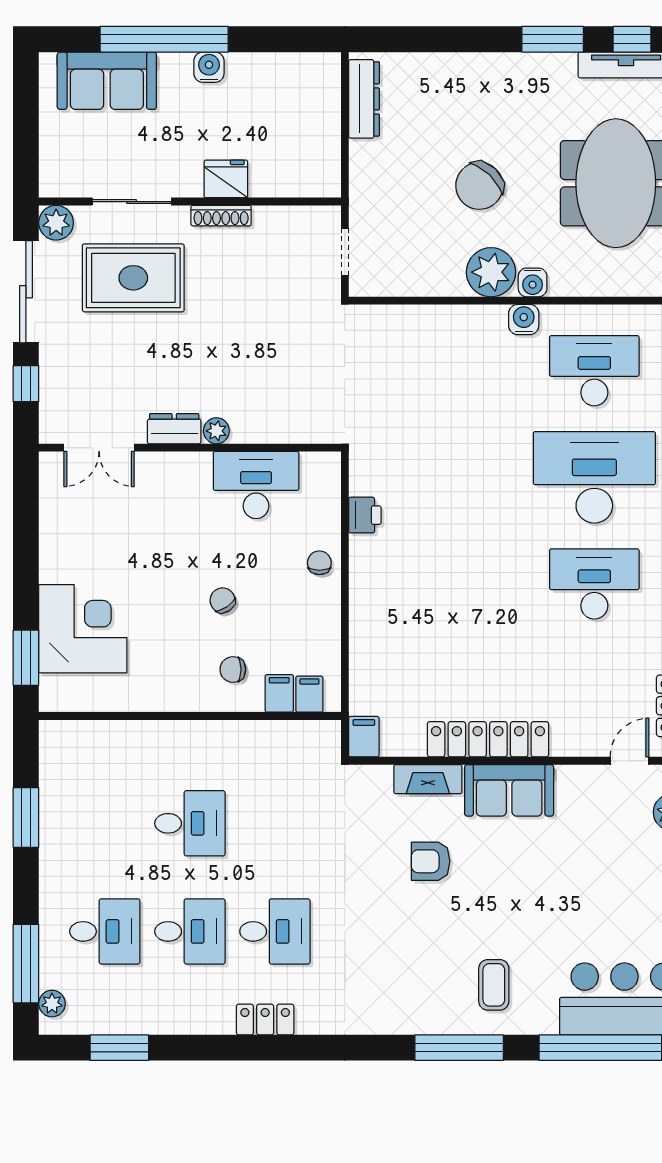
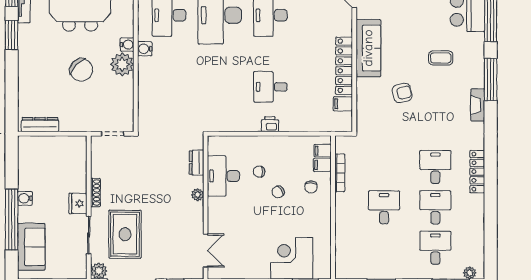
fridge: (226, 179) -> (78, 203), moved
dresser: (174, 429) -> (197, 163), moved
printer: (365, 515) -> (270, 124), moved
chair: (319, 563) -> (259, 172), moved
desk: (444, 584) -> (270, 87), added
bookcase: (263, 730) -> (340, 173), added
filing cabinet: (364, 737) -> (343, 104), moved
fireplace: (428, 779) -> (478, 105), moved, turned 180
sofa: (509, 790) -> (368, 48), width x1.36
armchair: (431, 861) -> (402, 93), turned -103
coffee table: (494, 985) -> (441, 58), moved
locker: (265, 1020) -> (477, 172), width x1.53
window: (119, 1048) -> (491, 241), removed

